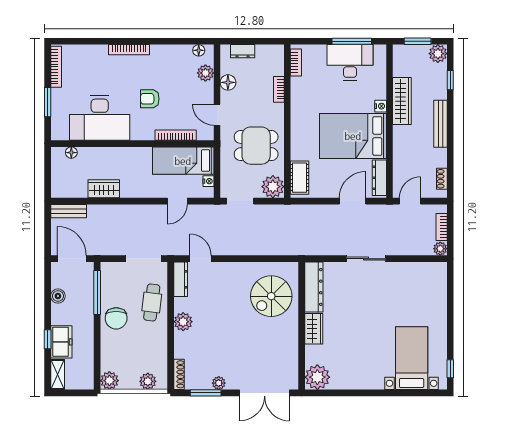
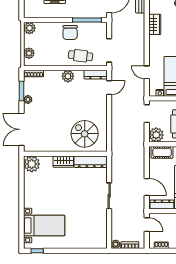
chair: (116, 318) -> (70, 32), turned -90

